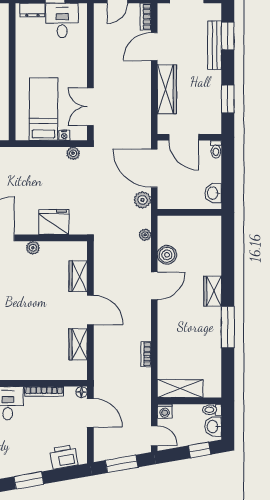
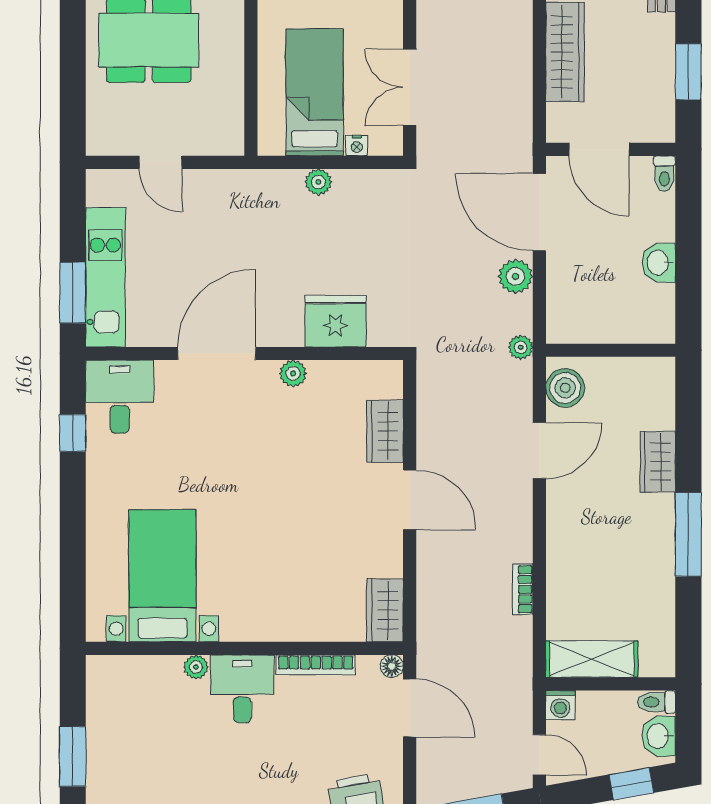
plant: (73, 153) -> (318, 182), moved
wall: (189, 212) -> (611, 350), moved
wardrobe: (78, 344) -> (385, 610), moved

